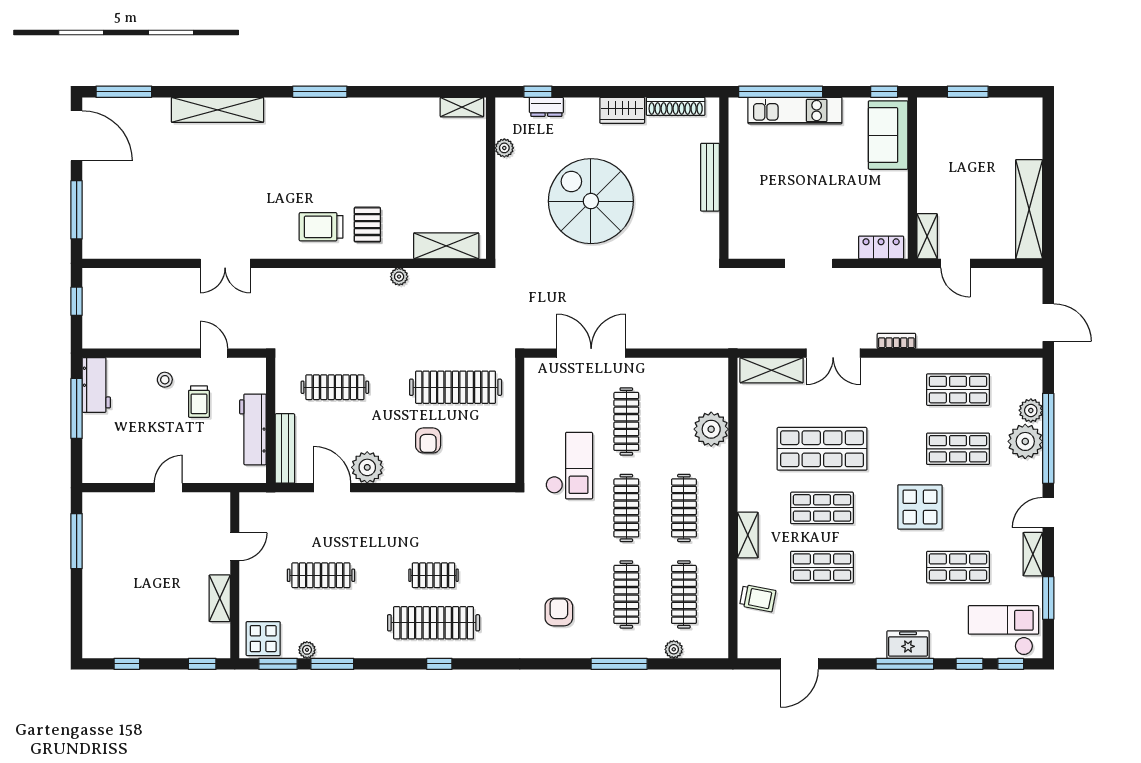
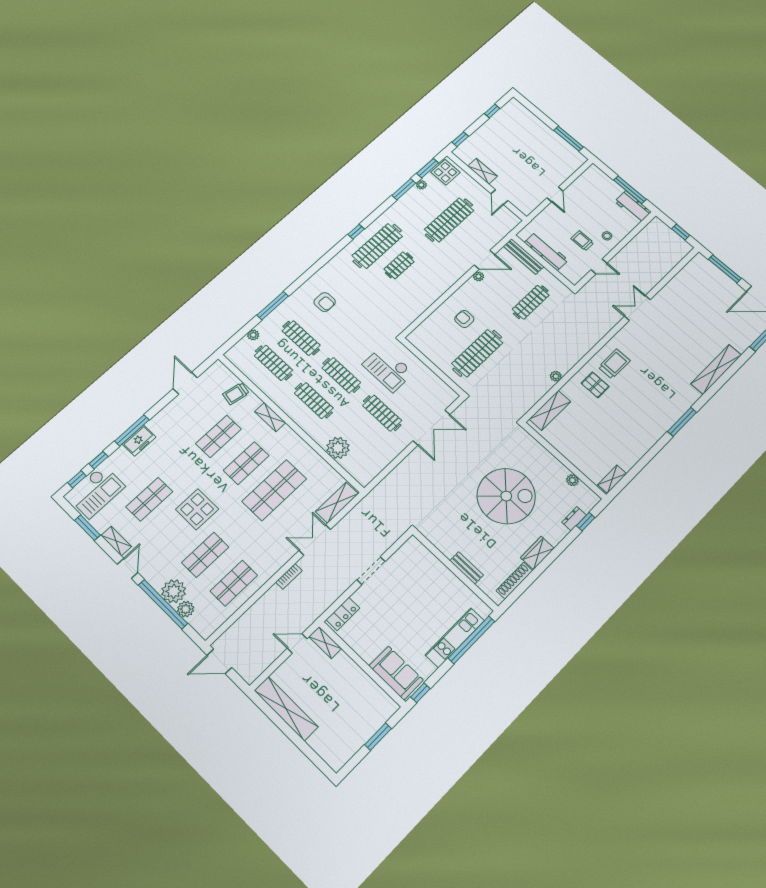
bench: (710, 177) -> (467, 568), width x0.73
plant: (367, 467) -> (478, 276), width x0.53, depth x0.53
clothes rail: (321, 575) -> (449, 220), width x1.37, depth x1.31

